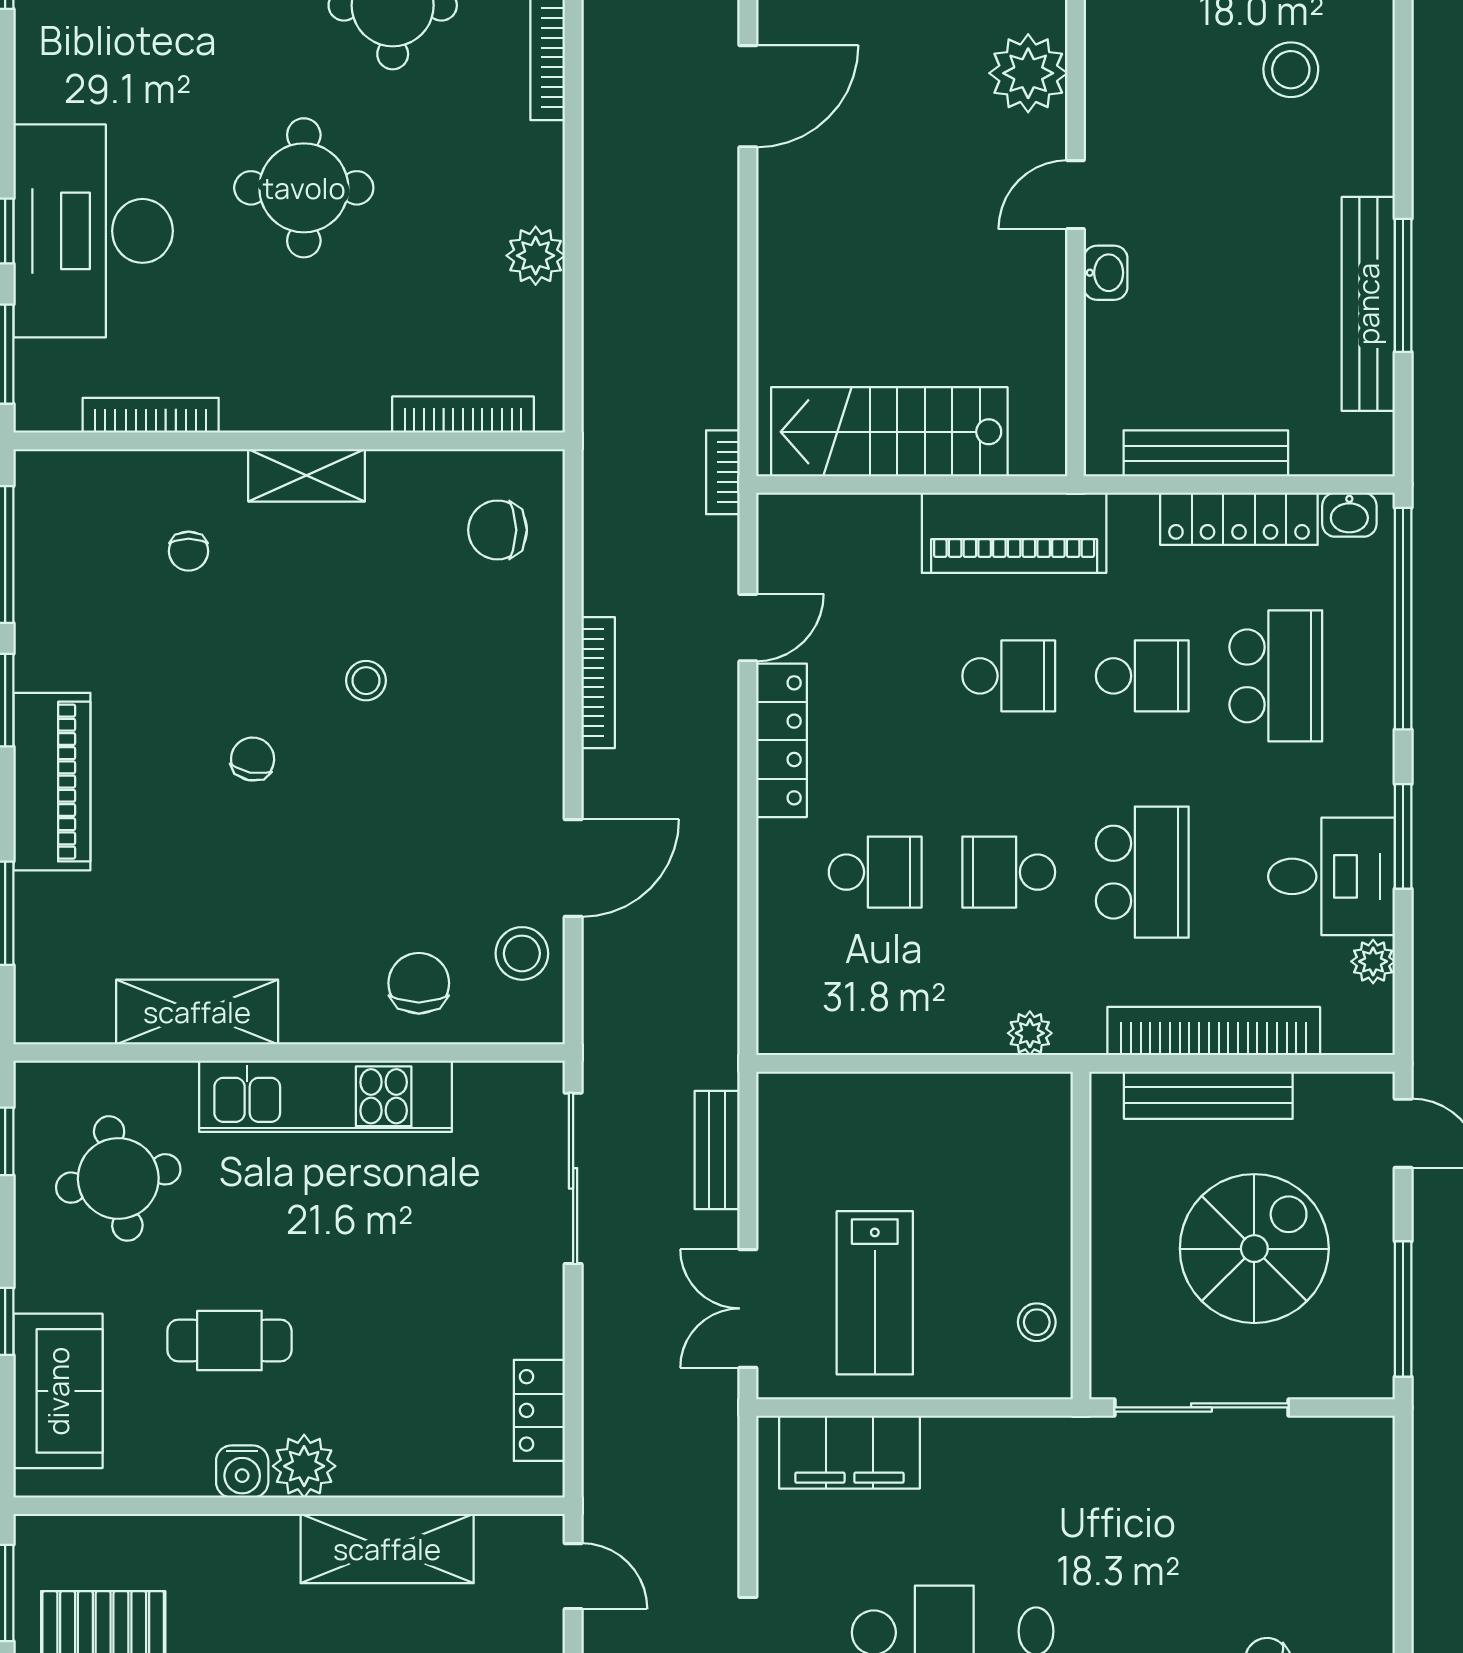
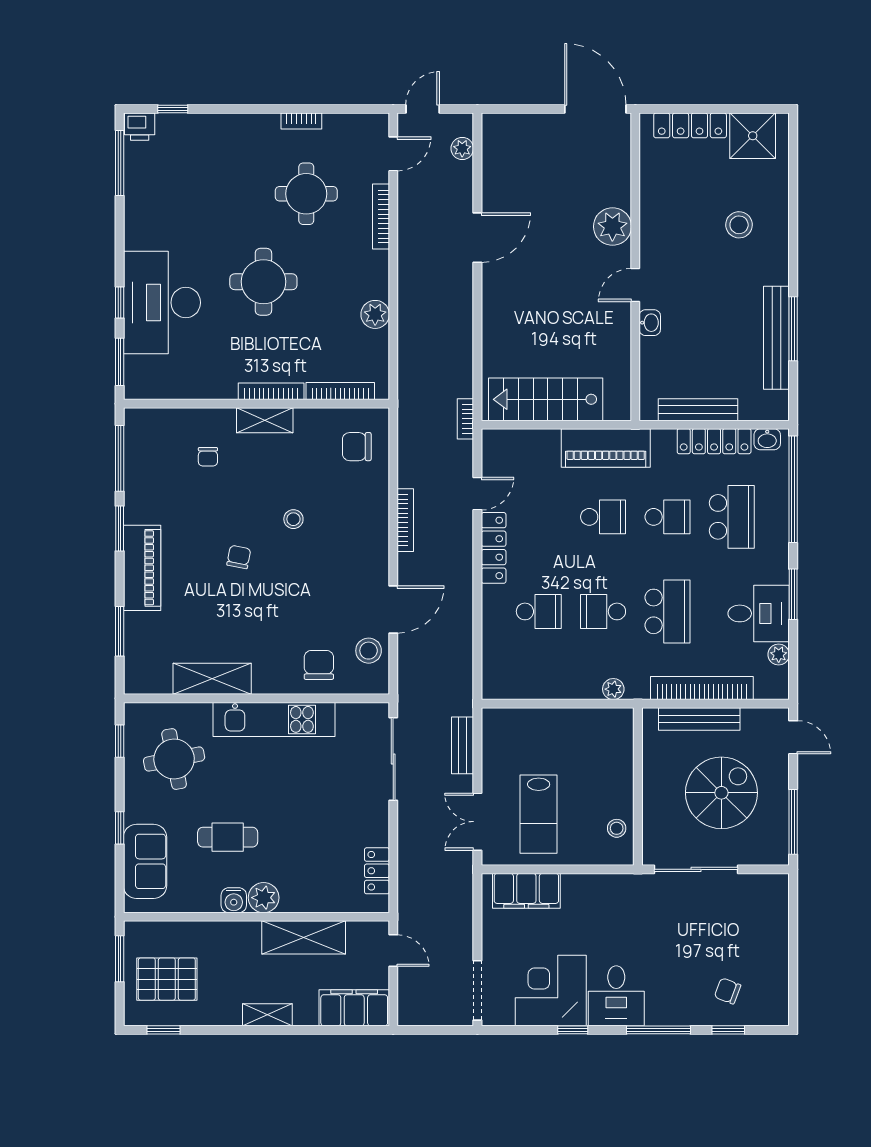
bookcase: (151, 415) -> (271, 391), moved

